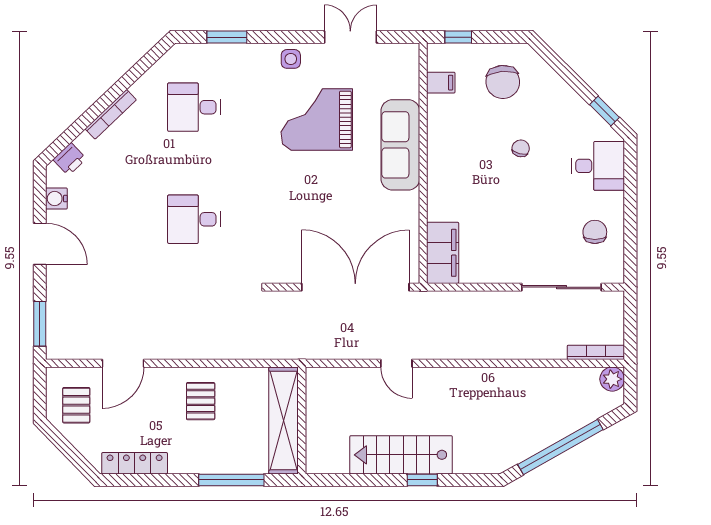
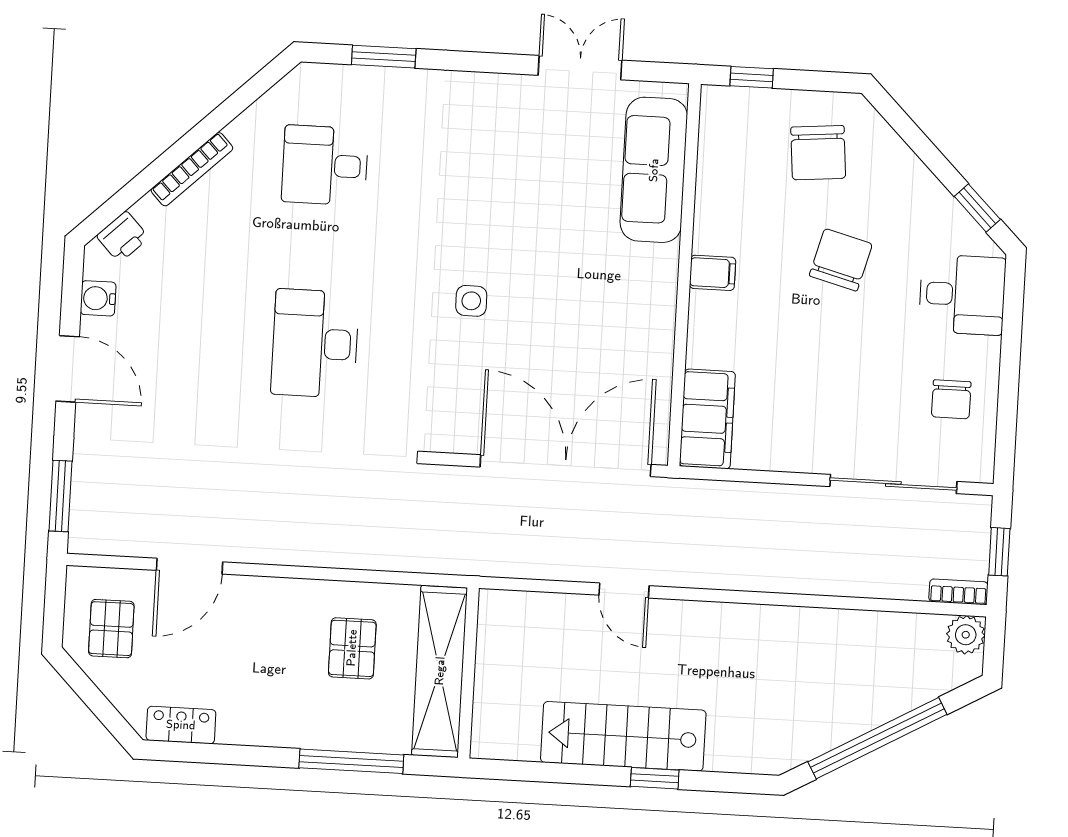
side table: (291, 59) -> (471, 301), moved
filing cabinet: (441, 83) -> (713, 273), moved
grand piano: (317, 119) -> (519, 196), removed
sofa: (400, 145) -> (654, 170), moved
chair: (521, 148) -> (841, 260), width x1.87, depth x1.87
desk: (194, 219) -> (315, 344), width x1.37
chair: (595, 232) -> (951, 399), turned 180
window: (630, 326) -> (999, 552), added
bookcase: (596, 352) -> (958, 592), width x0.64
pallet: (201, 401) -> (352, 648), moved
locker: (135, 463) -> (181, 725), width x0.66

